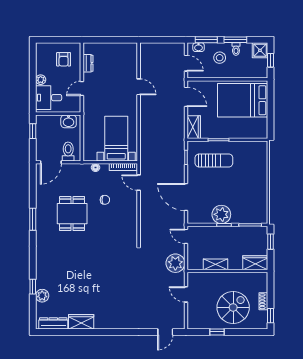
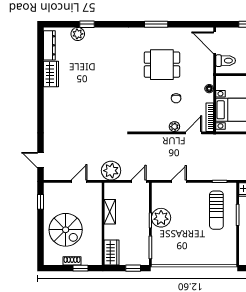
door: (186, 197) -> (179, 181), width x0.53
plant: (132, 201) -> (174, 127), added
window: (271, 316) -> (80, 268), moved
window: (217, 332) -> (40, 202), moved

